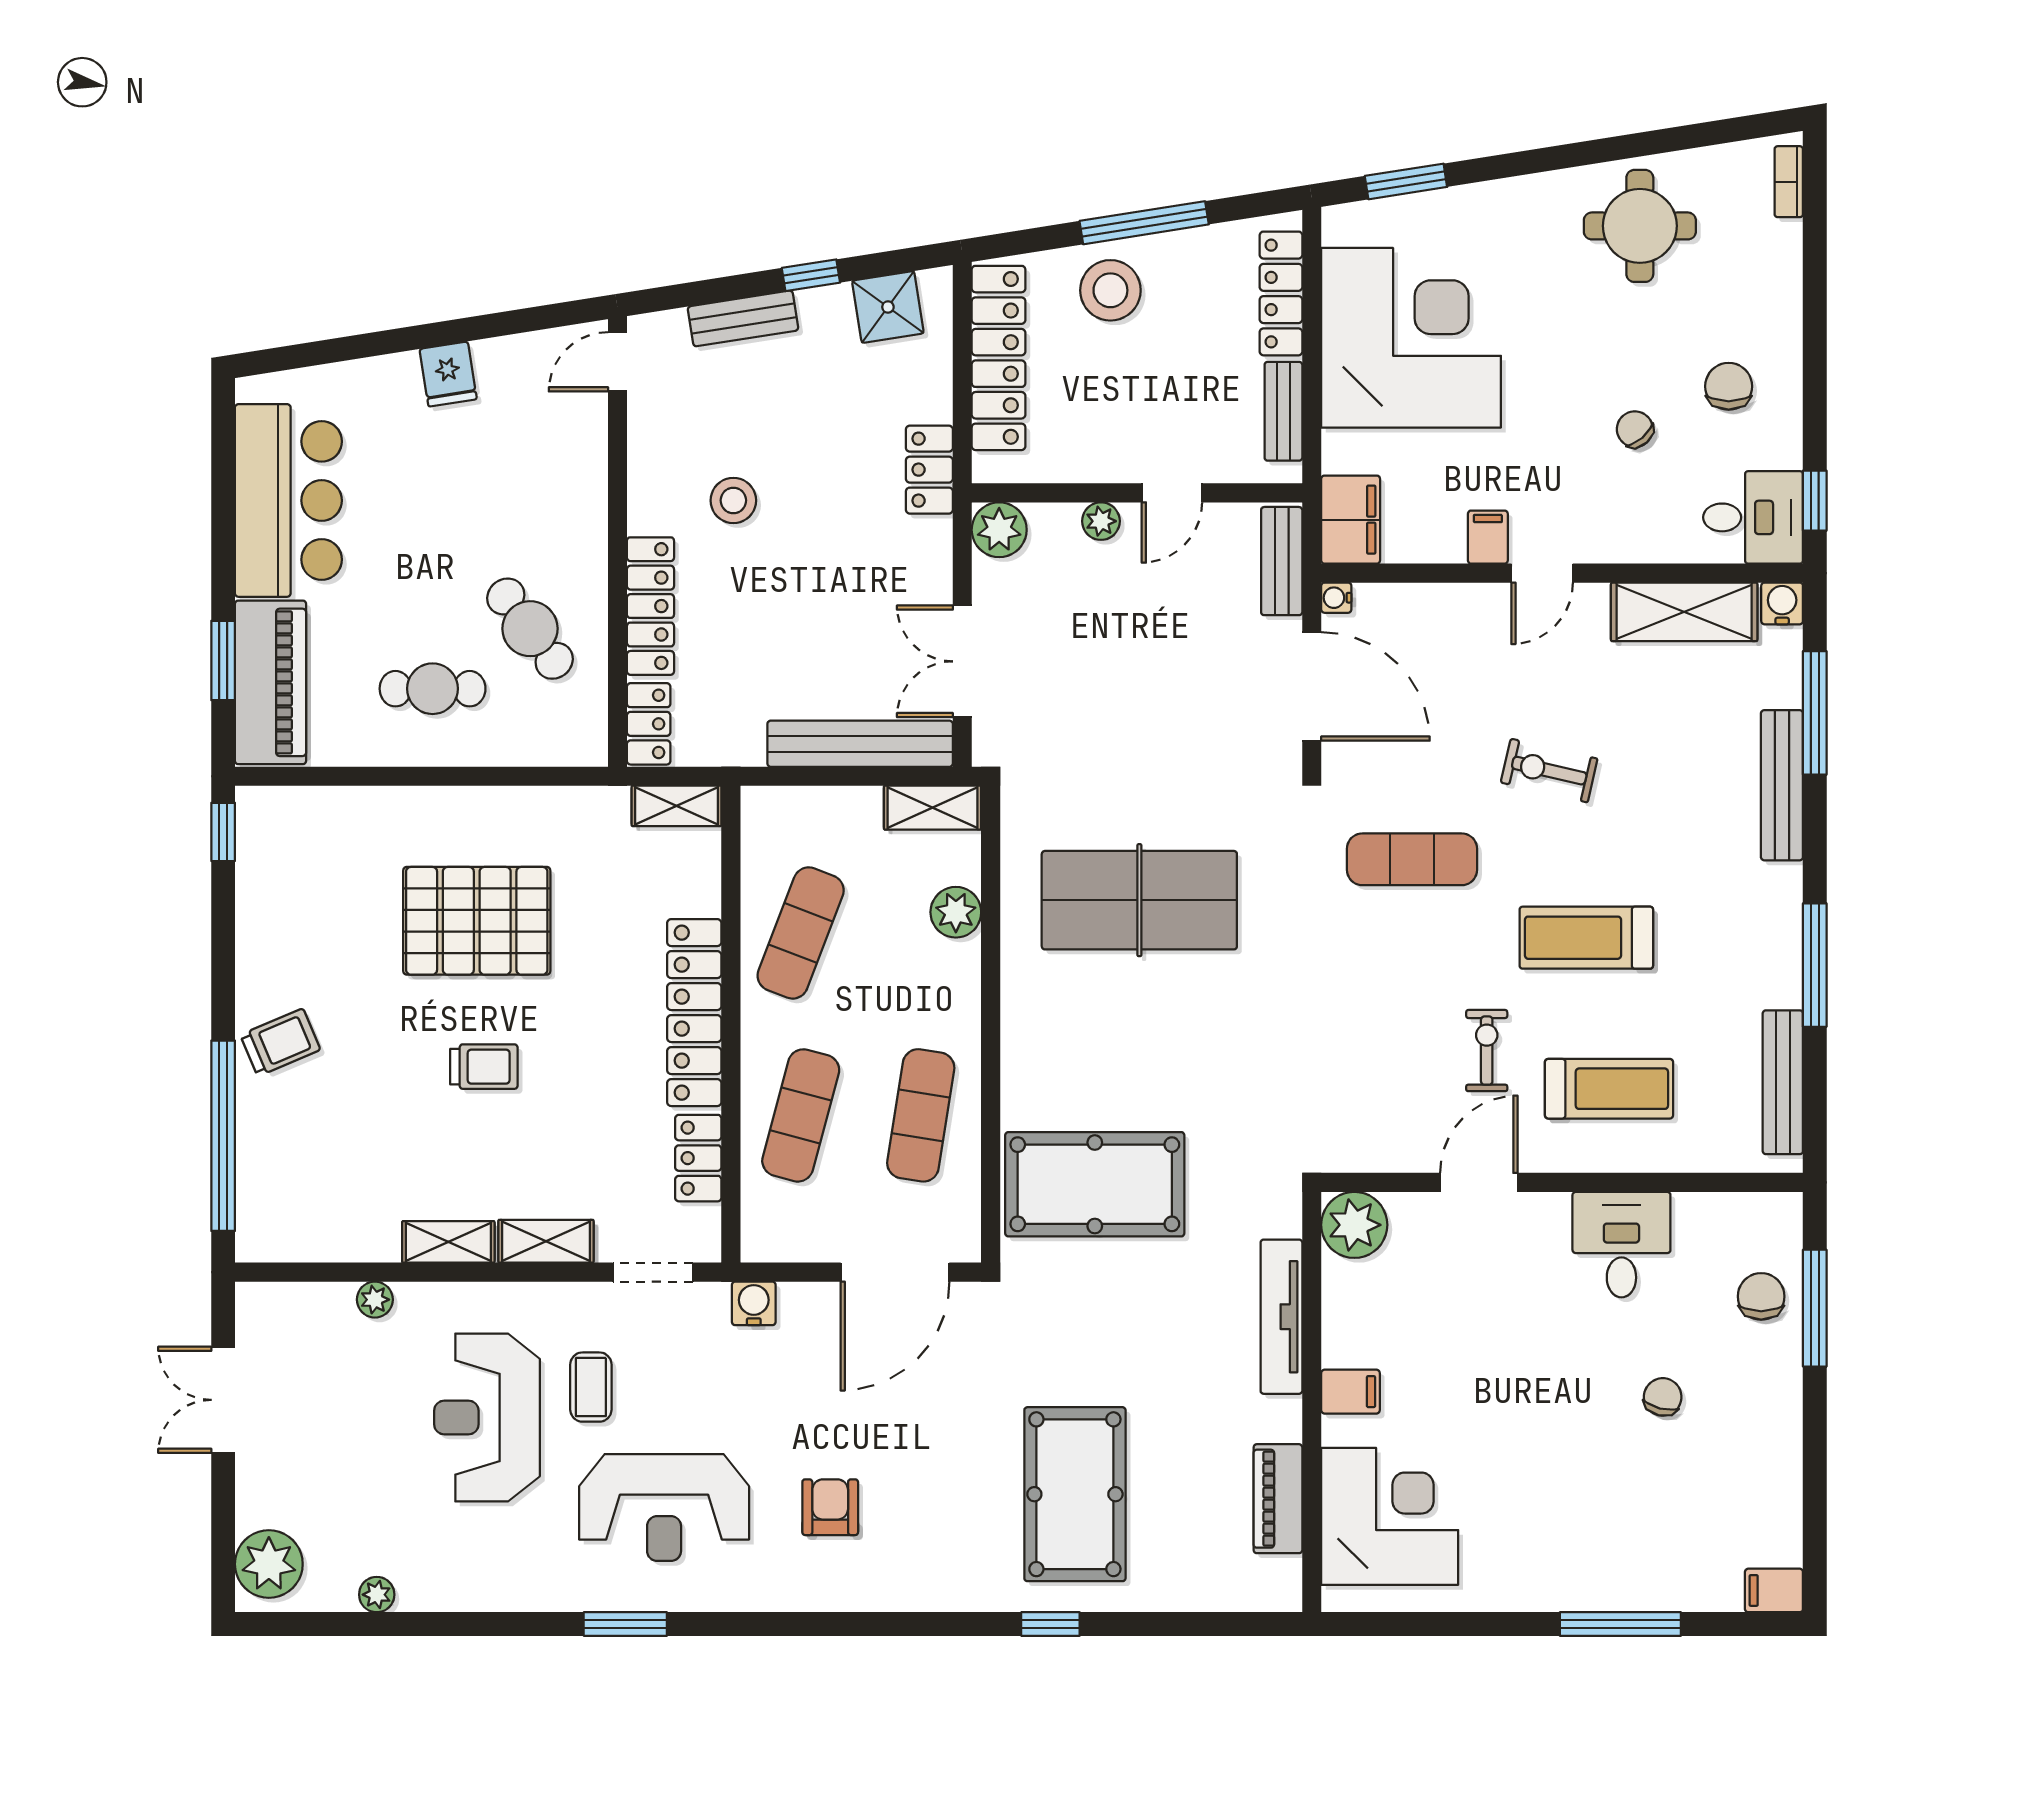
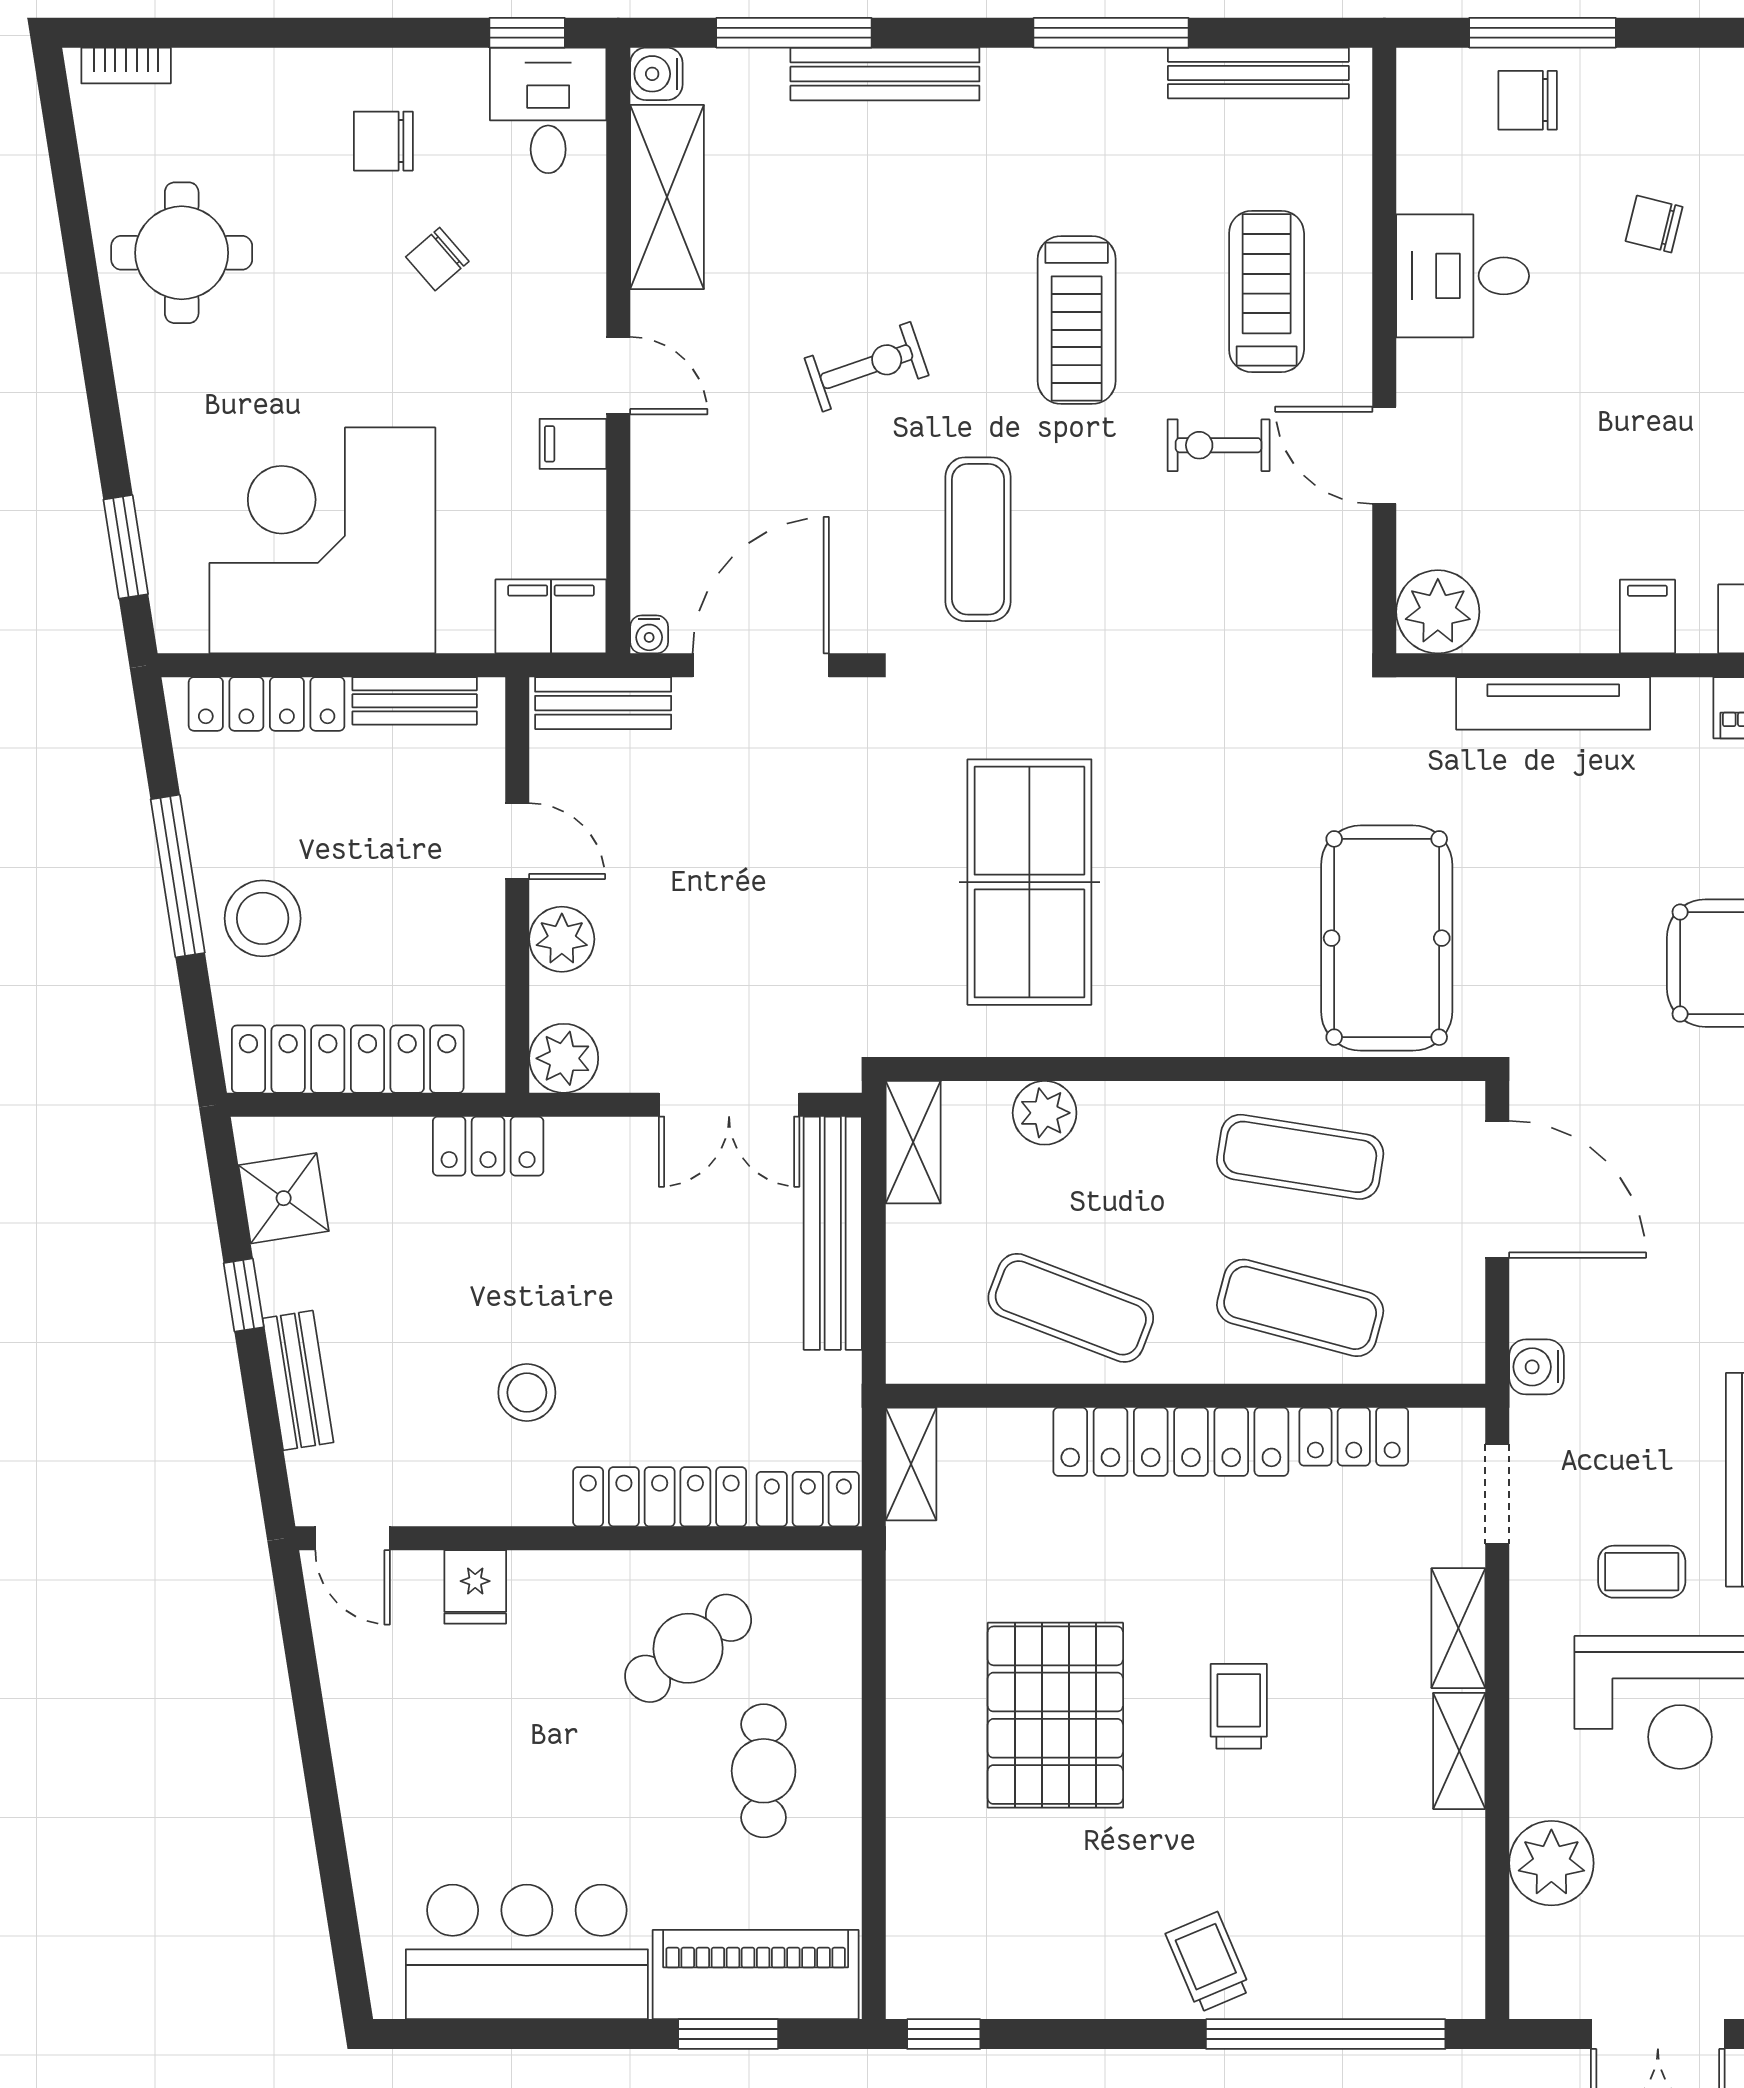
fridge: (448, 374) -> (475, 1587), moved, turned 99
plant: (1101, 521) -> (562, 939), width x1.38, depth x1.38
exercise bike: (1549, 771) -> (867, 367), turned -122
plant: (375, 1300) -> (1551, 1863), width x1.88, depth x1.88

